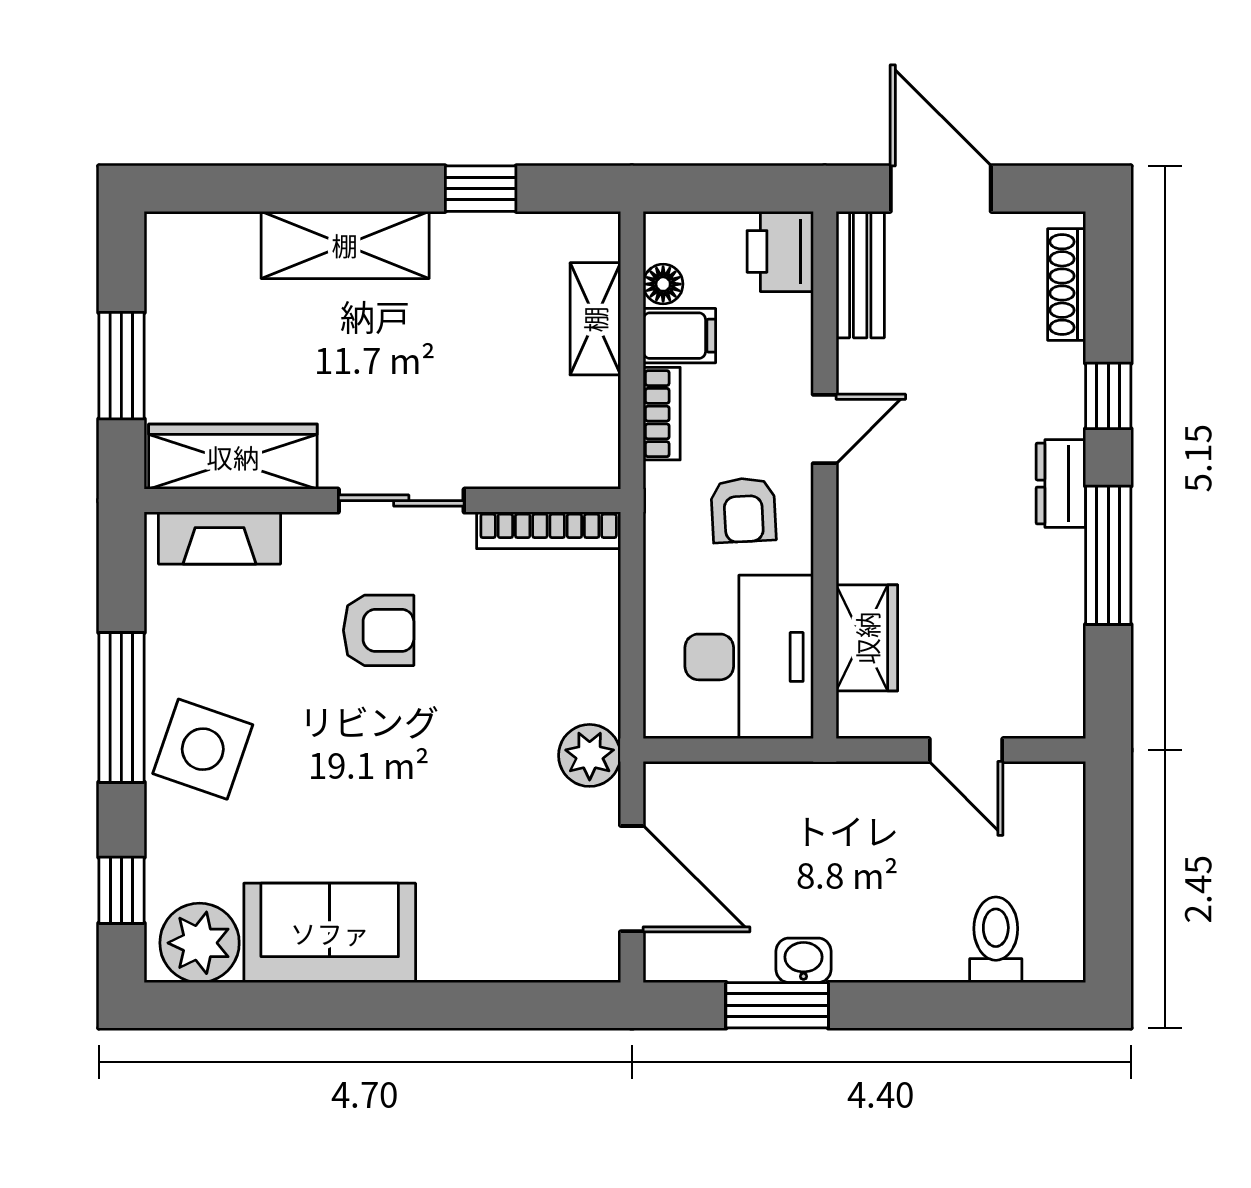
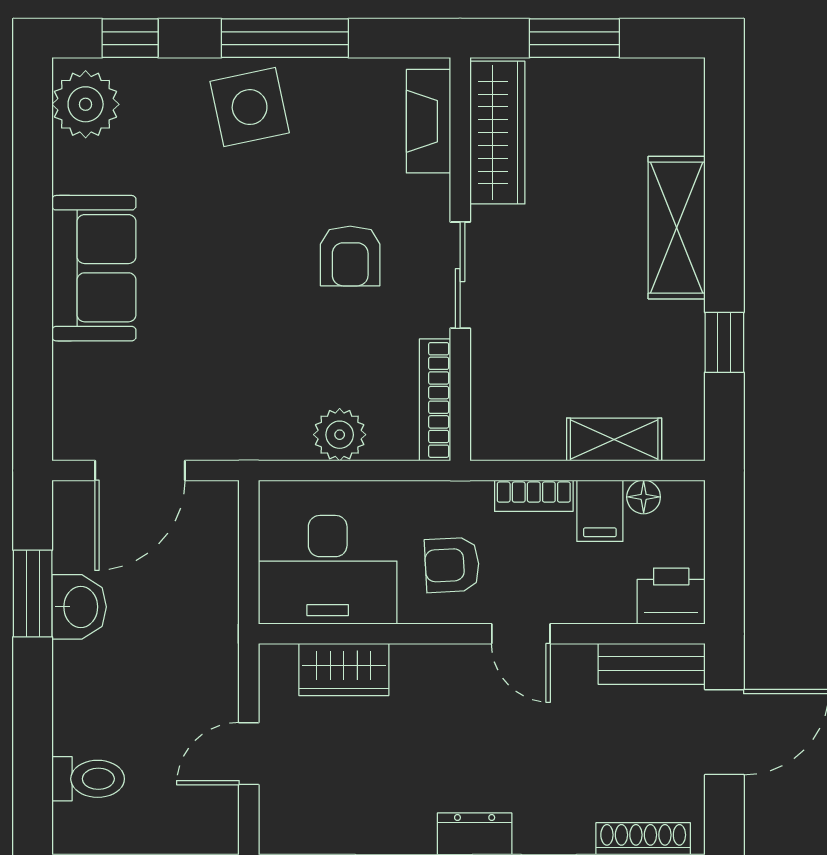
side table: (203, 749) -> (250, 107), turned -31
plant: (590, 755) -> (340, 435), moved
sofa: (330, 933) -> (94, 268), moved
washbasin: (804, 960) -> (79, 607), width x1.38, depth x1.45

